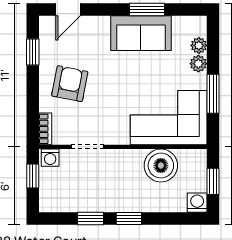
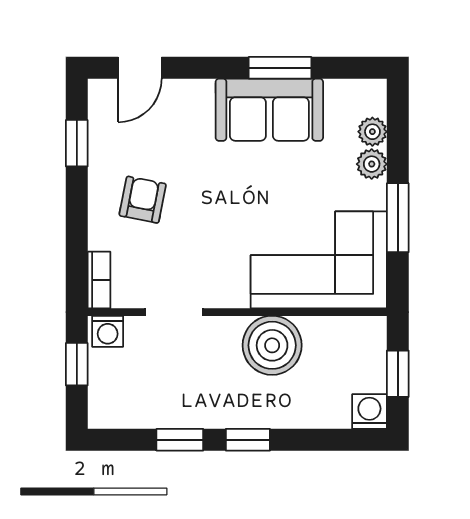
armchair: (70, 84) -> (143, 200), width x0.72, depth x0.72
boiler: (161, 166) -> (272, 345), moved

